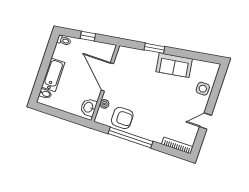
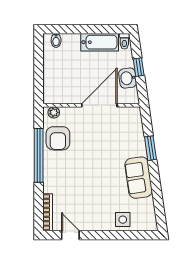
bathtub: (53, 75) -> (100, 42), moved
plant: (104, 104) -> (54, 112), moved
washbasin: (89, 107) -> (128, 78), moved, turned -98
door: (205, 121) -> (70, 235), moved

